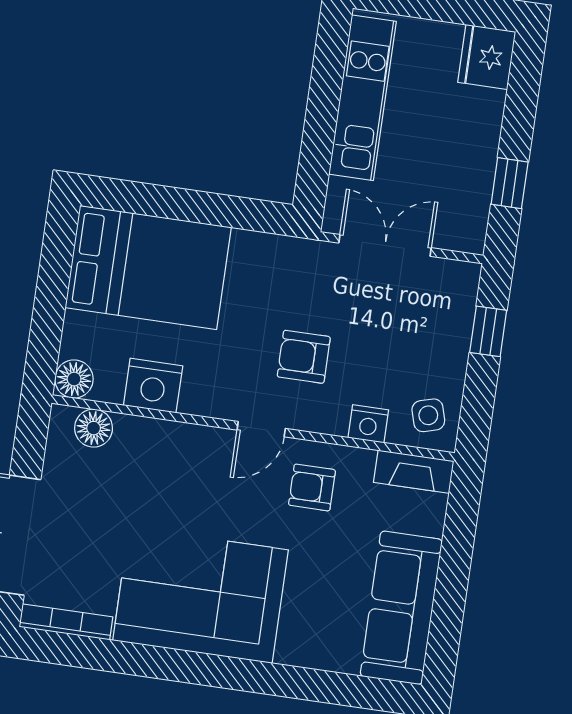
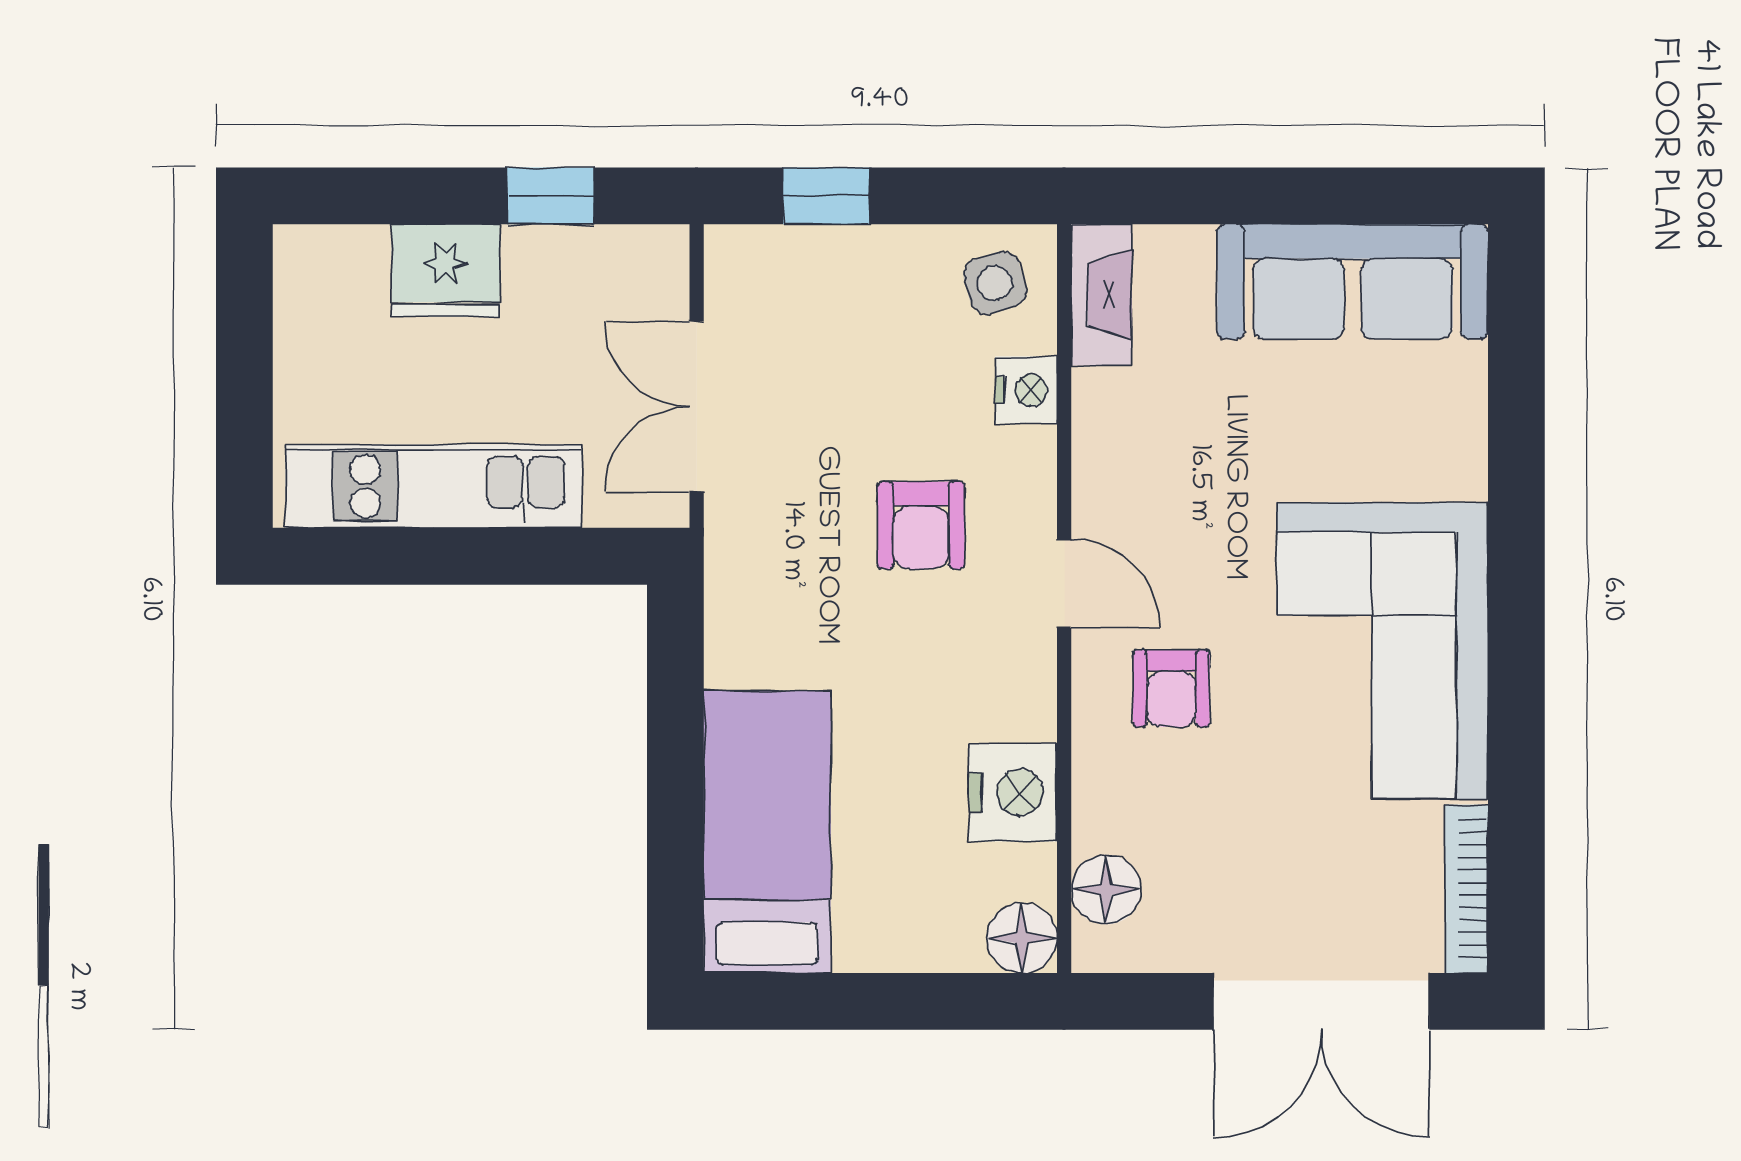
fridge: (487, 57) -> (446, 271), moved
bed: (148, 267) -> (767, 832), width x0.67
armchair: (312, 487) -> (1171, 689), moved

